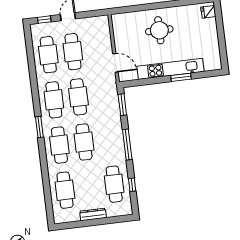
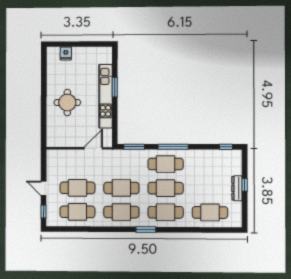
fridge: (208, 12) -> (66, 53), moved
cafe table: (114, 184) -> (166, 164), moved
window: (132, 185) -> (226, 147), moved
window: (98, 222) -> (245, 185), added

